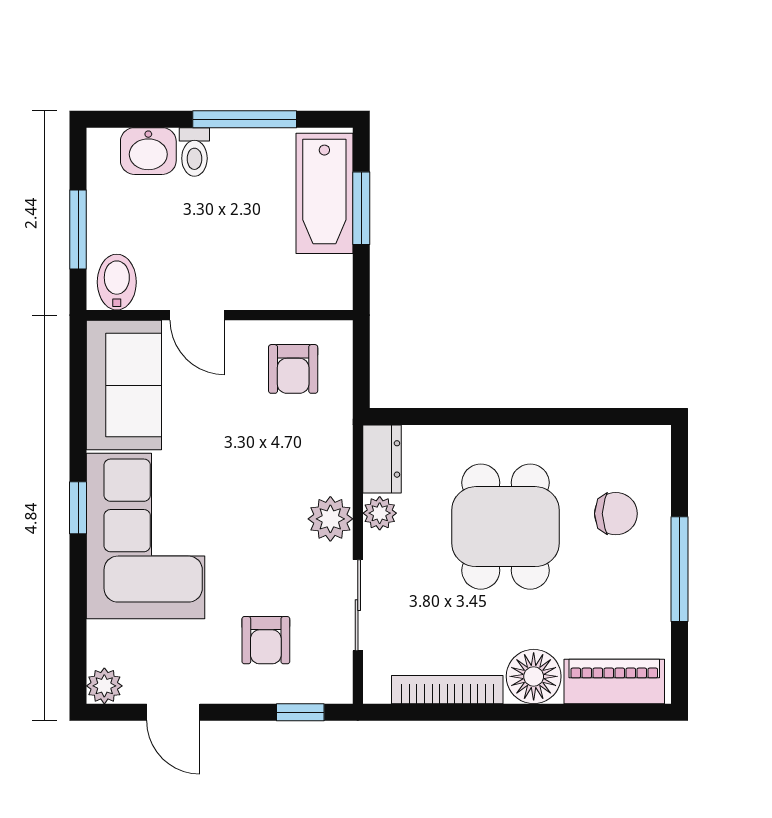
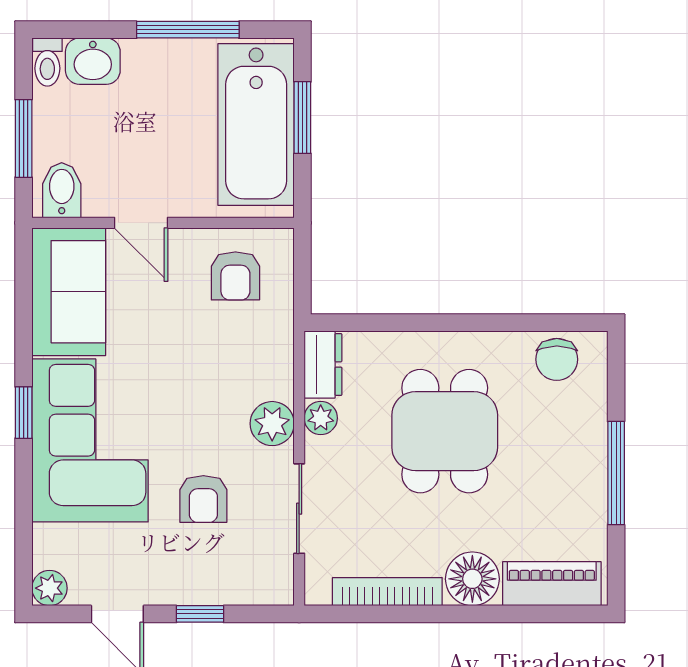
toilet: (194, 152) -> (47, 62), moved
bathtub: (324, 193) -> (256, 125), width x1.36, depth x1.36
chair: (616, 514) -> (557, 359), moved, turned 90
armchair: (266, 640) -> (203, 499), moved
window: (300, 712) -> (200, 614), moved

